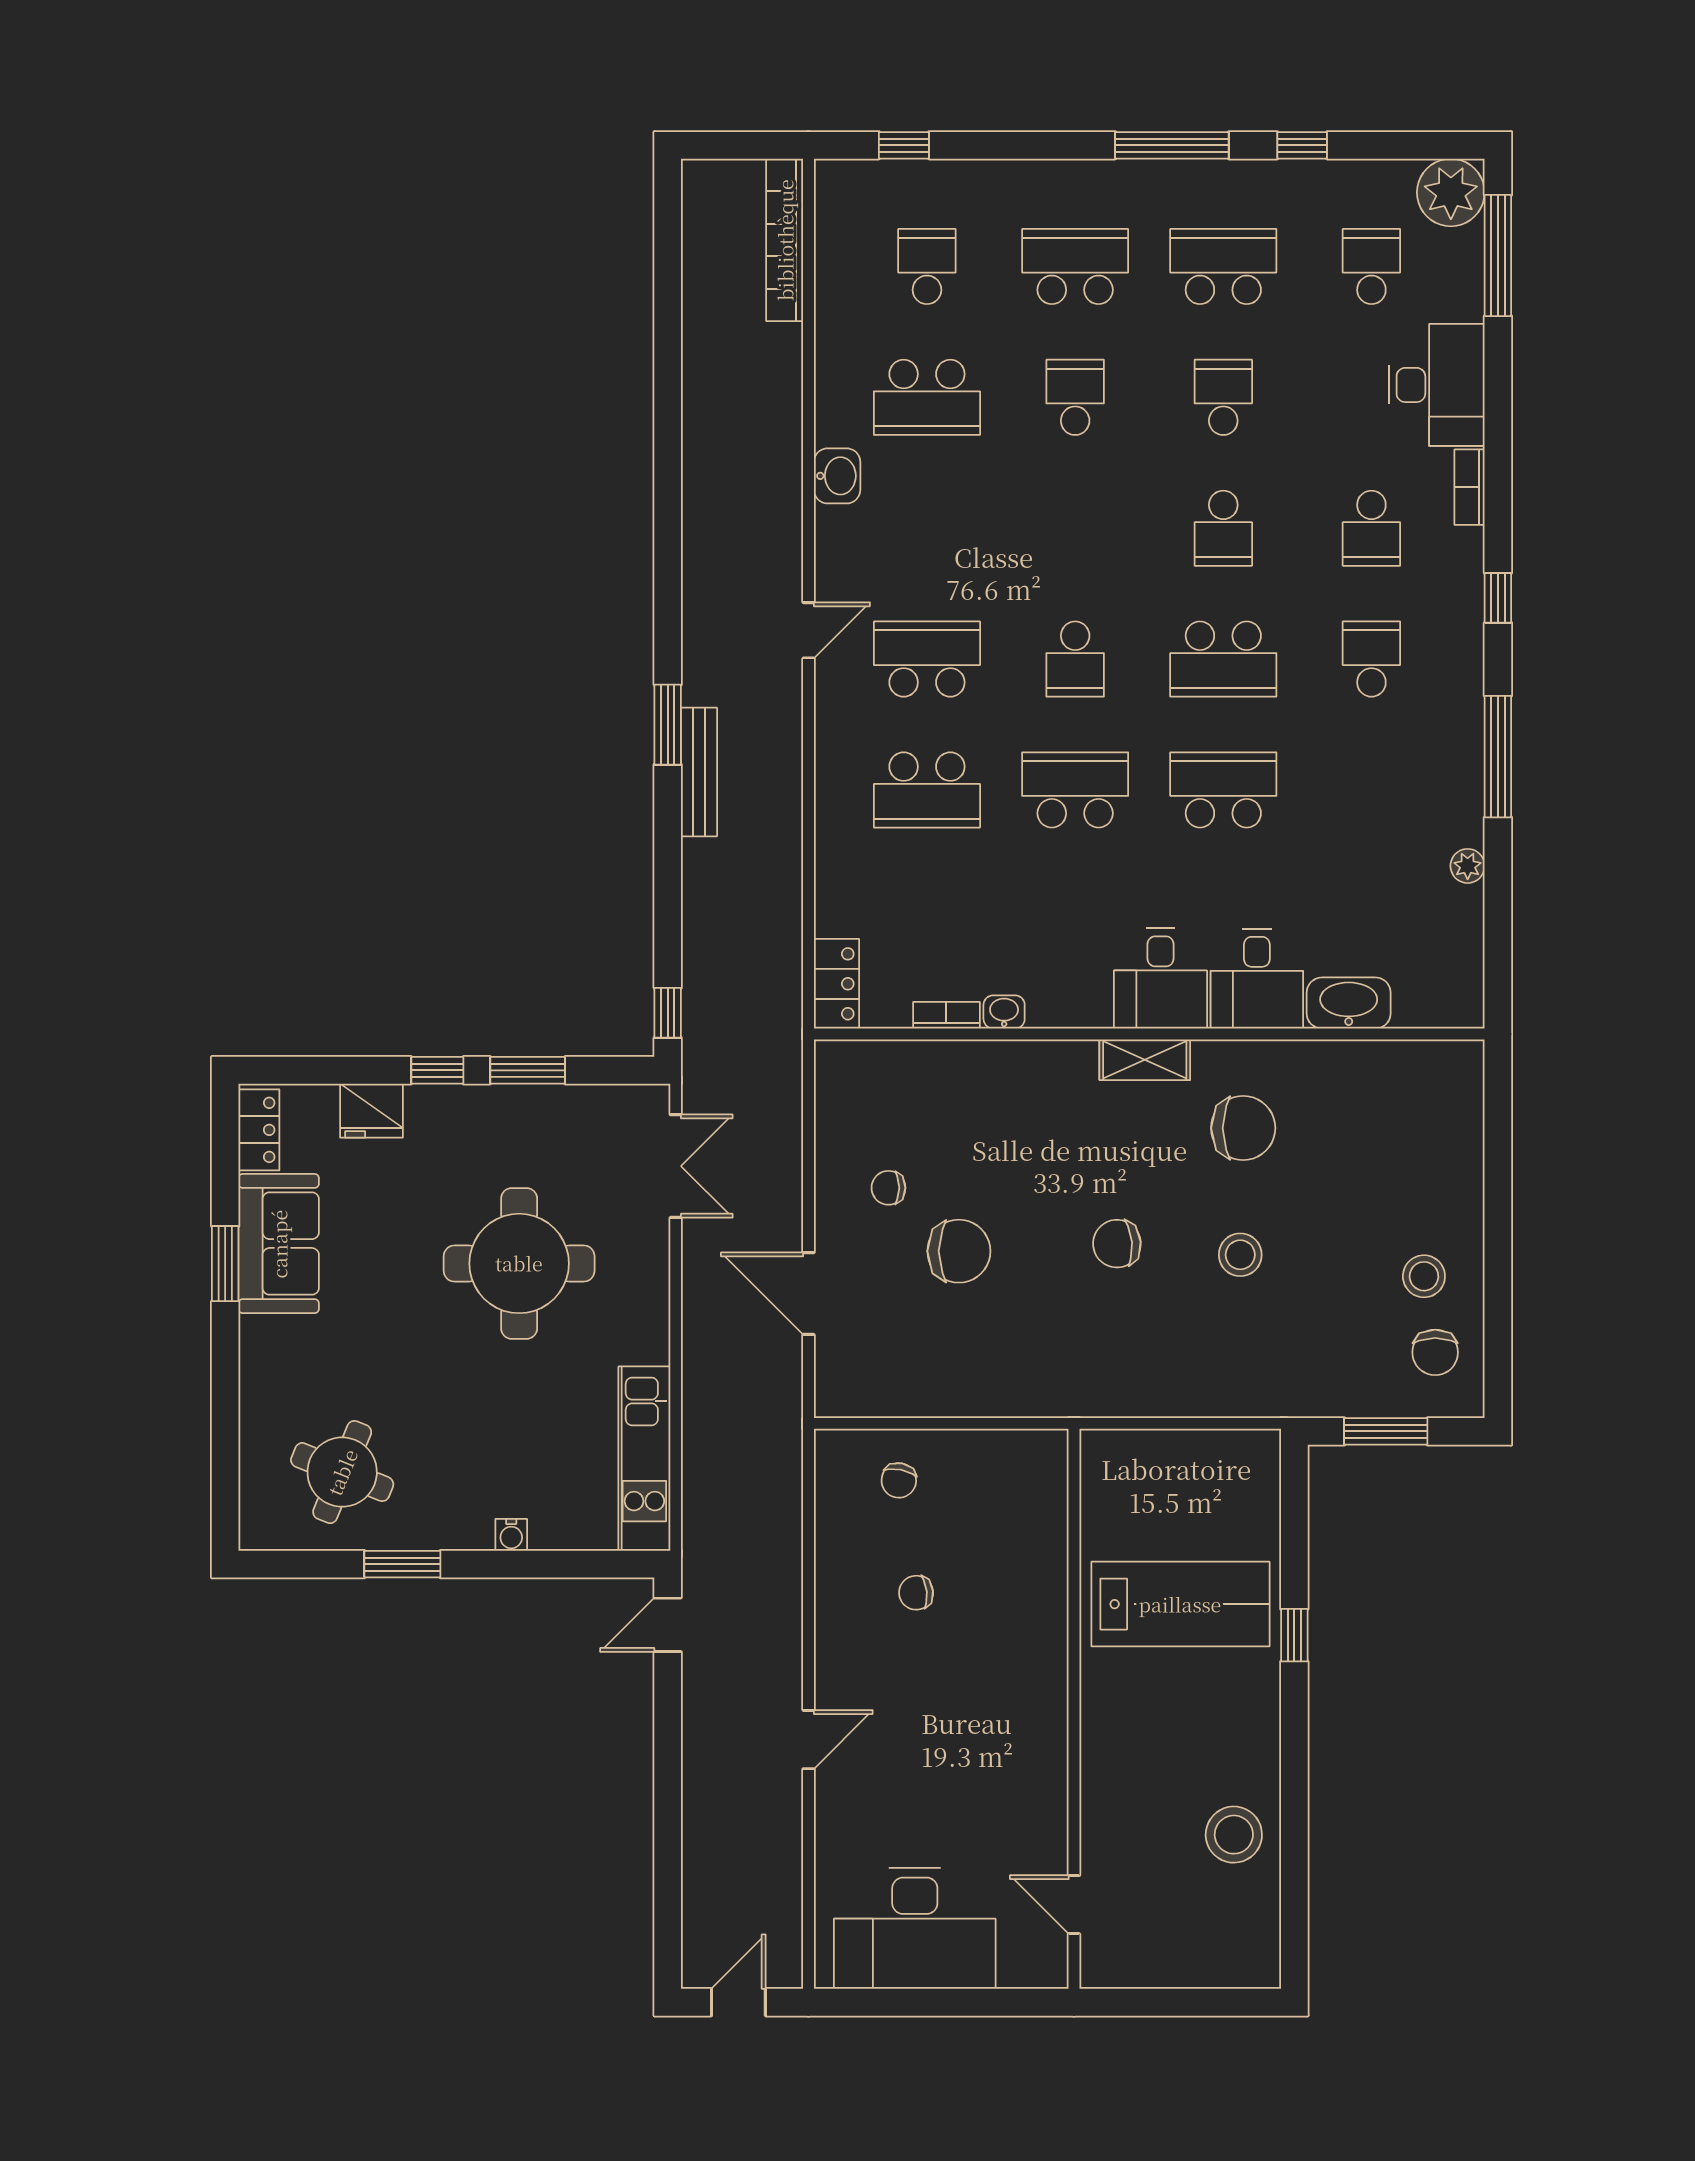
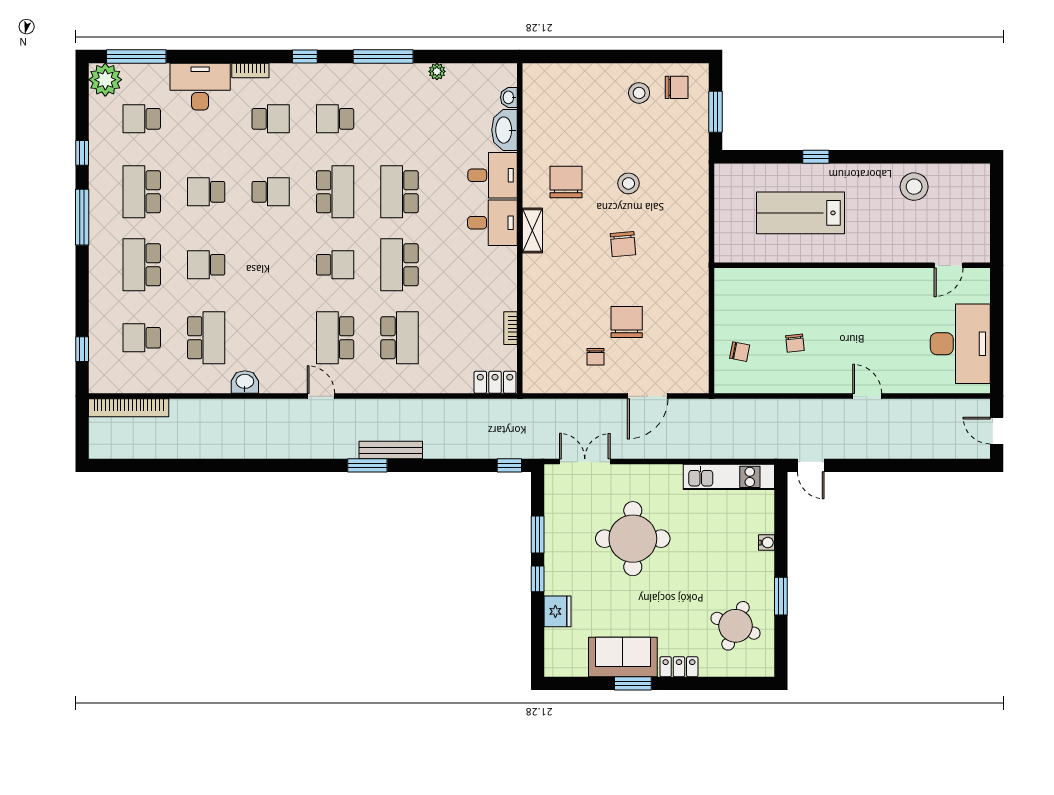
washbasin: (1004, 1012) -> (509, 97), moved
locker: (259, 1130) -> (679, 667), moved
lab bench: (1180, 1604) -> (801, 213), turned -90

